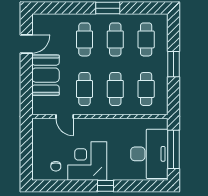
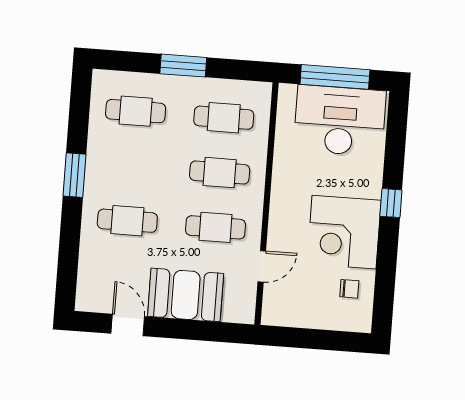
cafe table: (115, 39) -> (131, 166), removed

